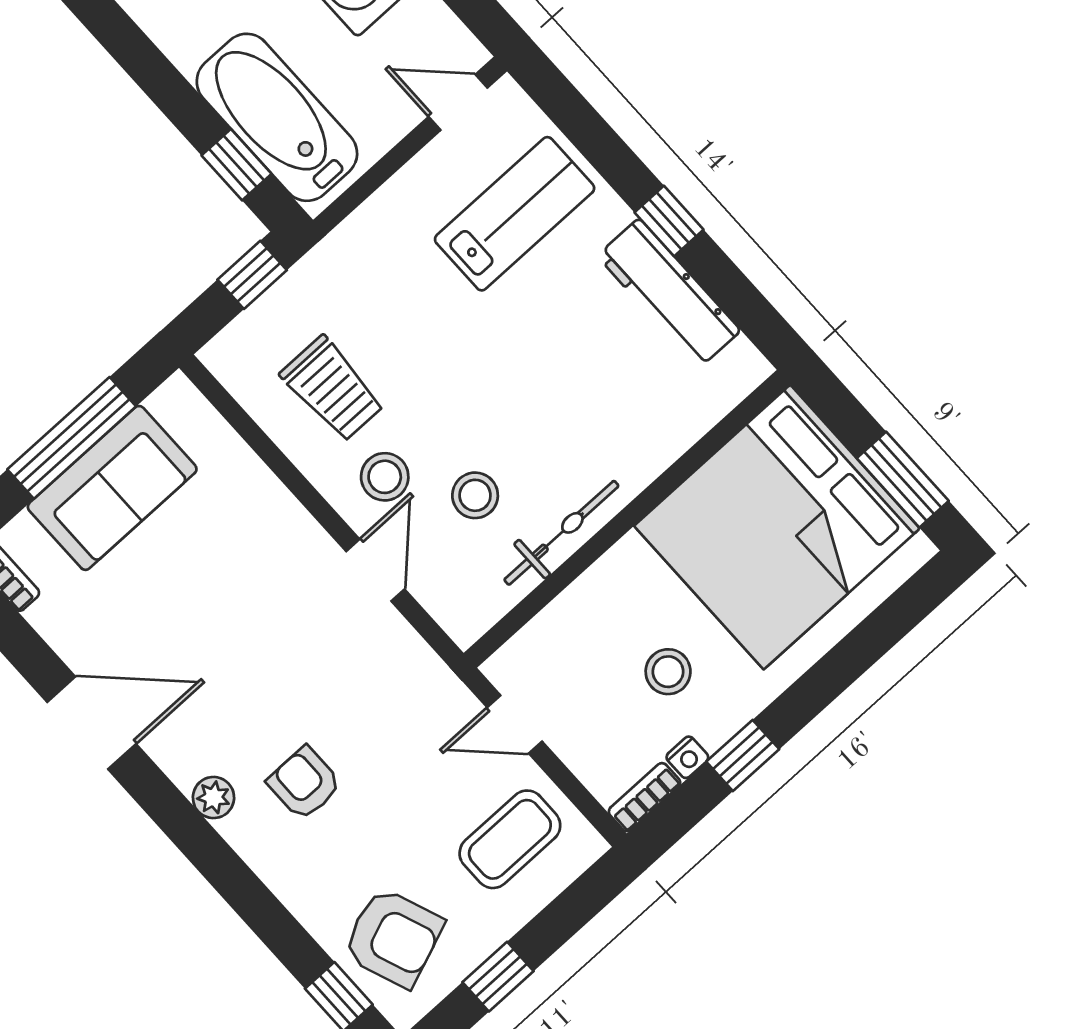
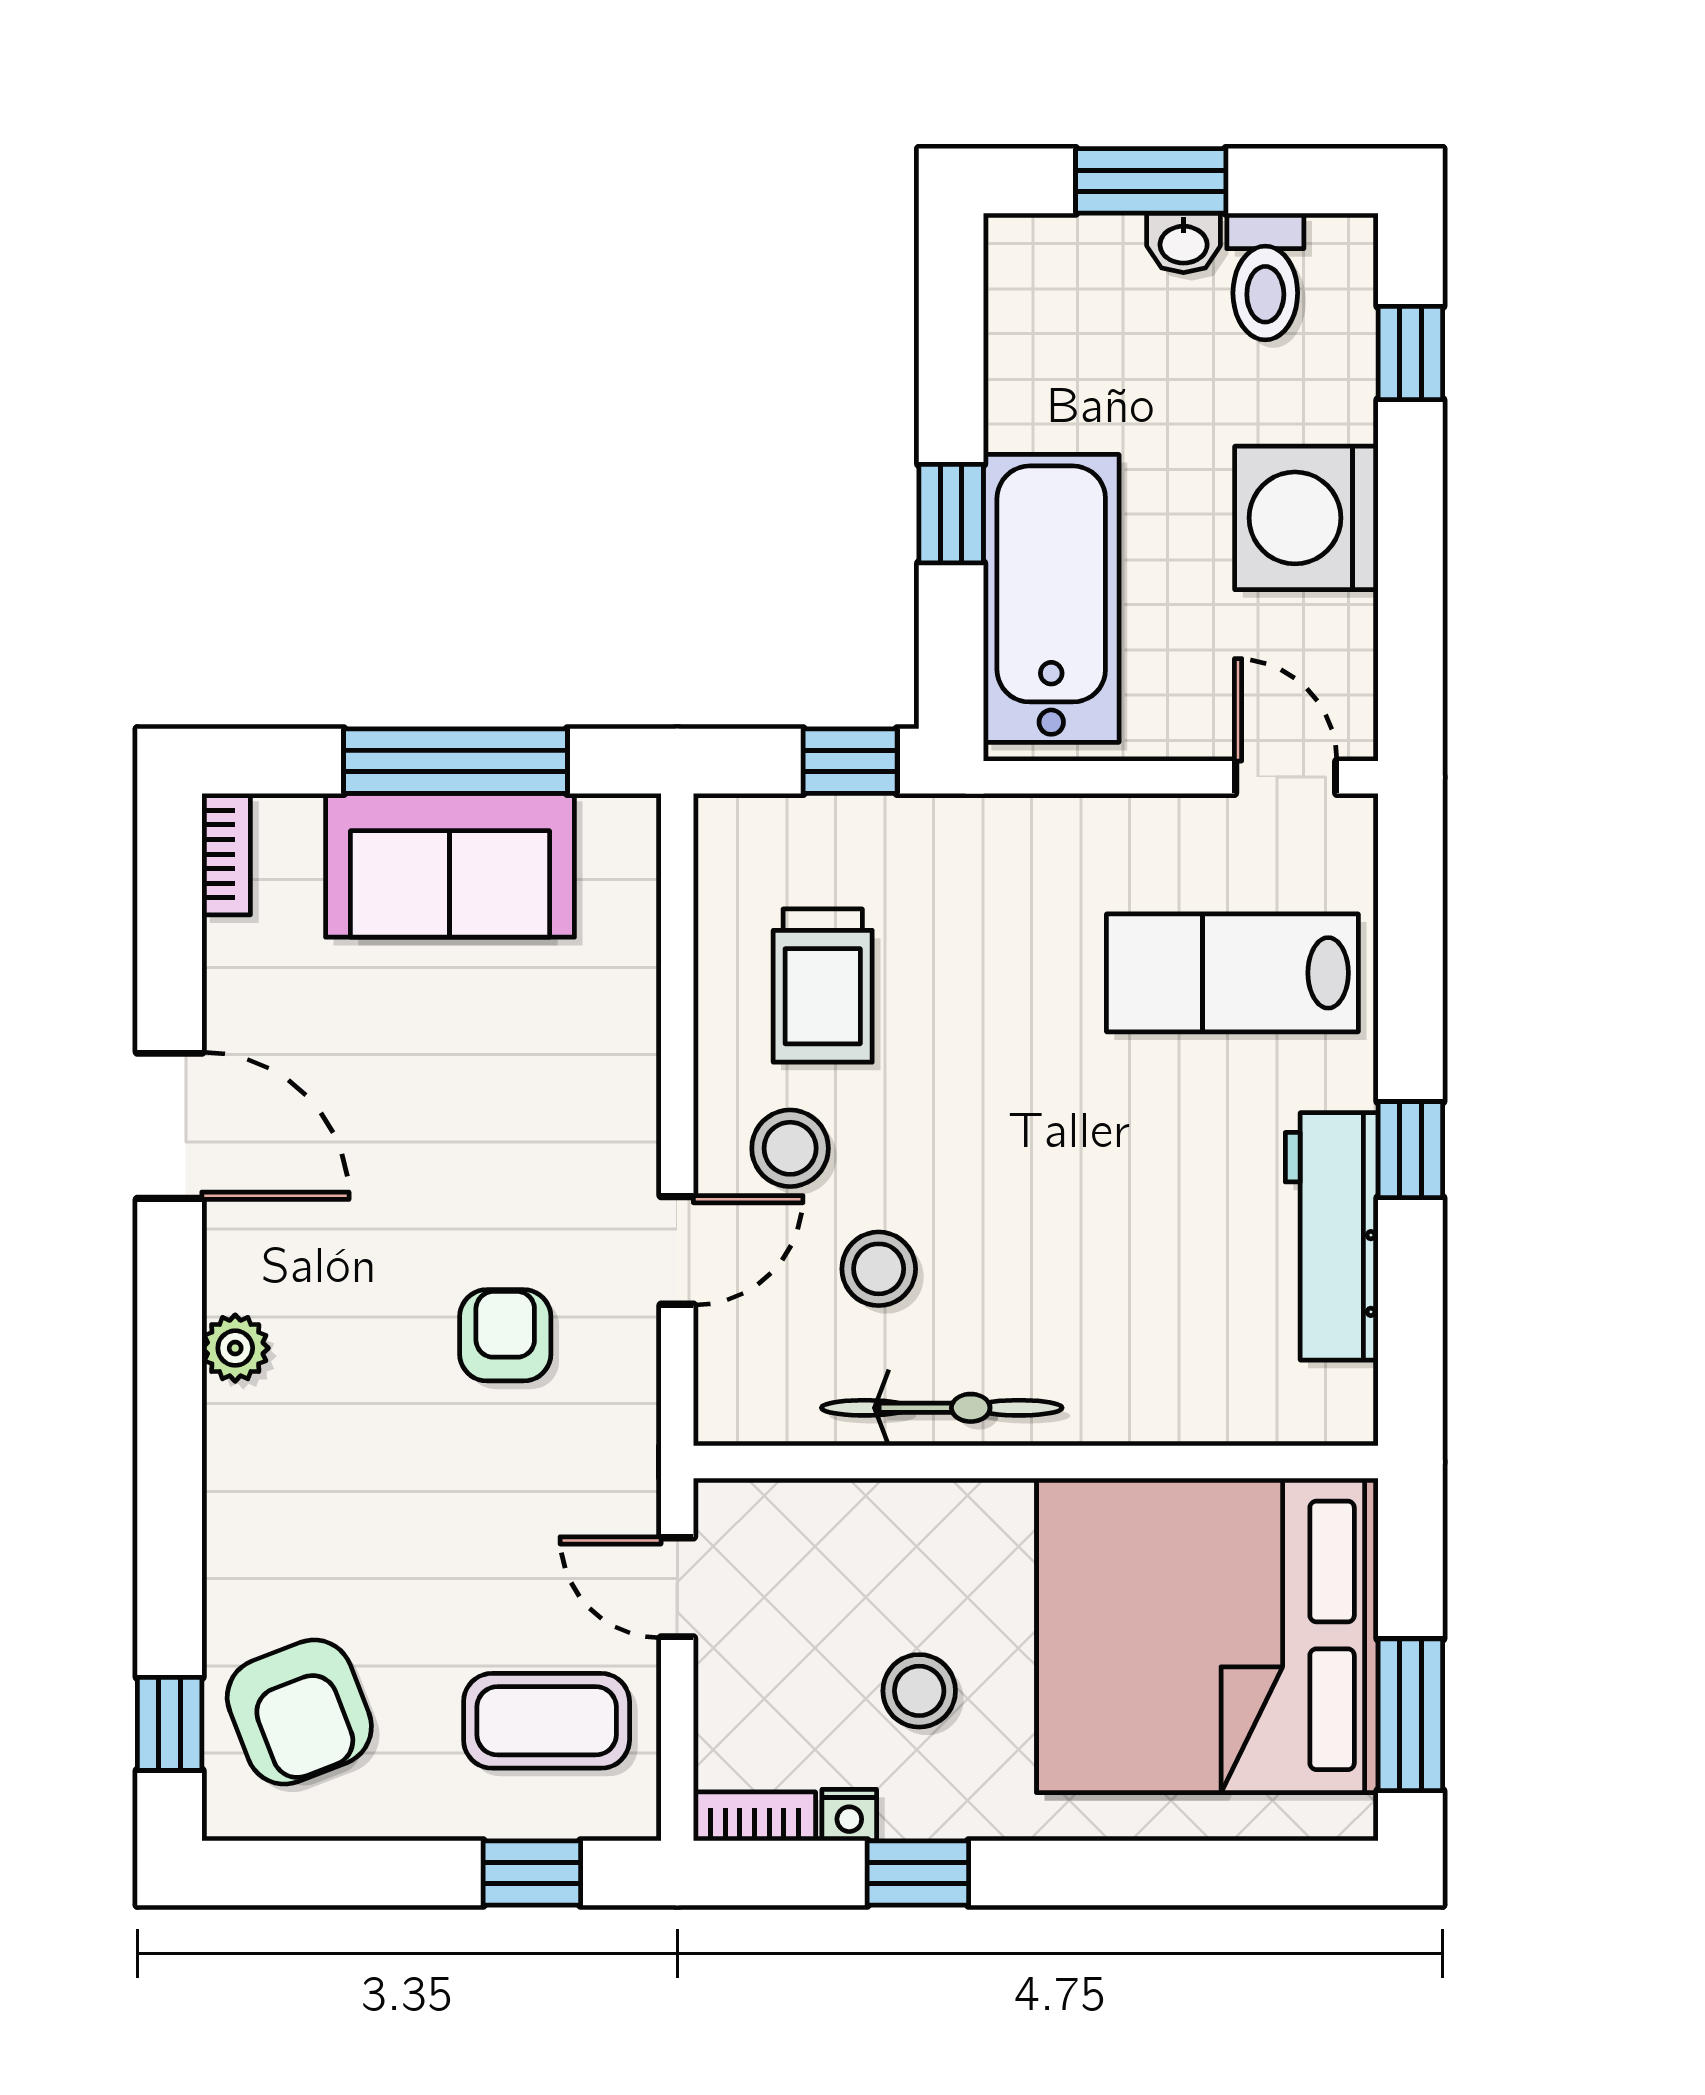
window: (236, 165) -> (951, 514), moved
lab bench: (515, 214) -> (1232, 973), turned 180
armchair: (304, 783) -> (505, 1335), moved
window: (498, 977) -> (532, 1873), moved

